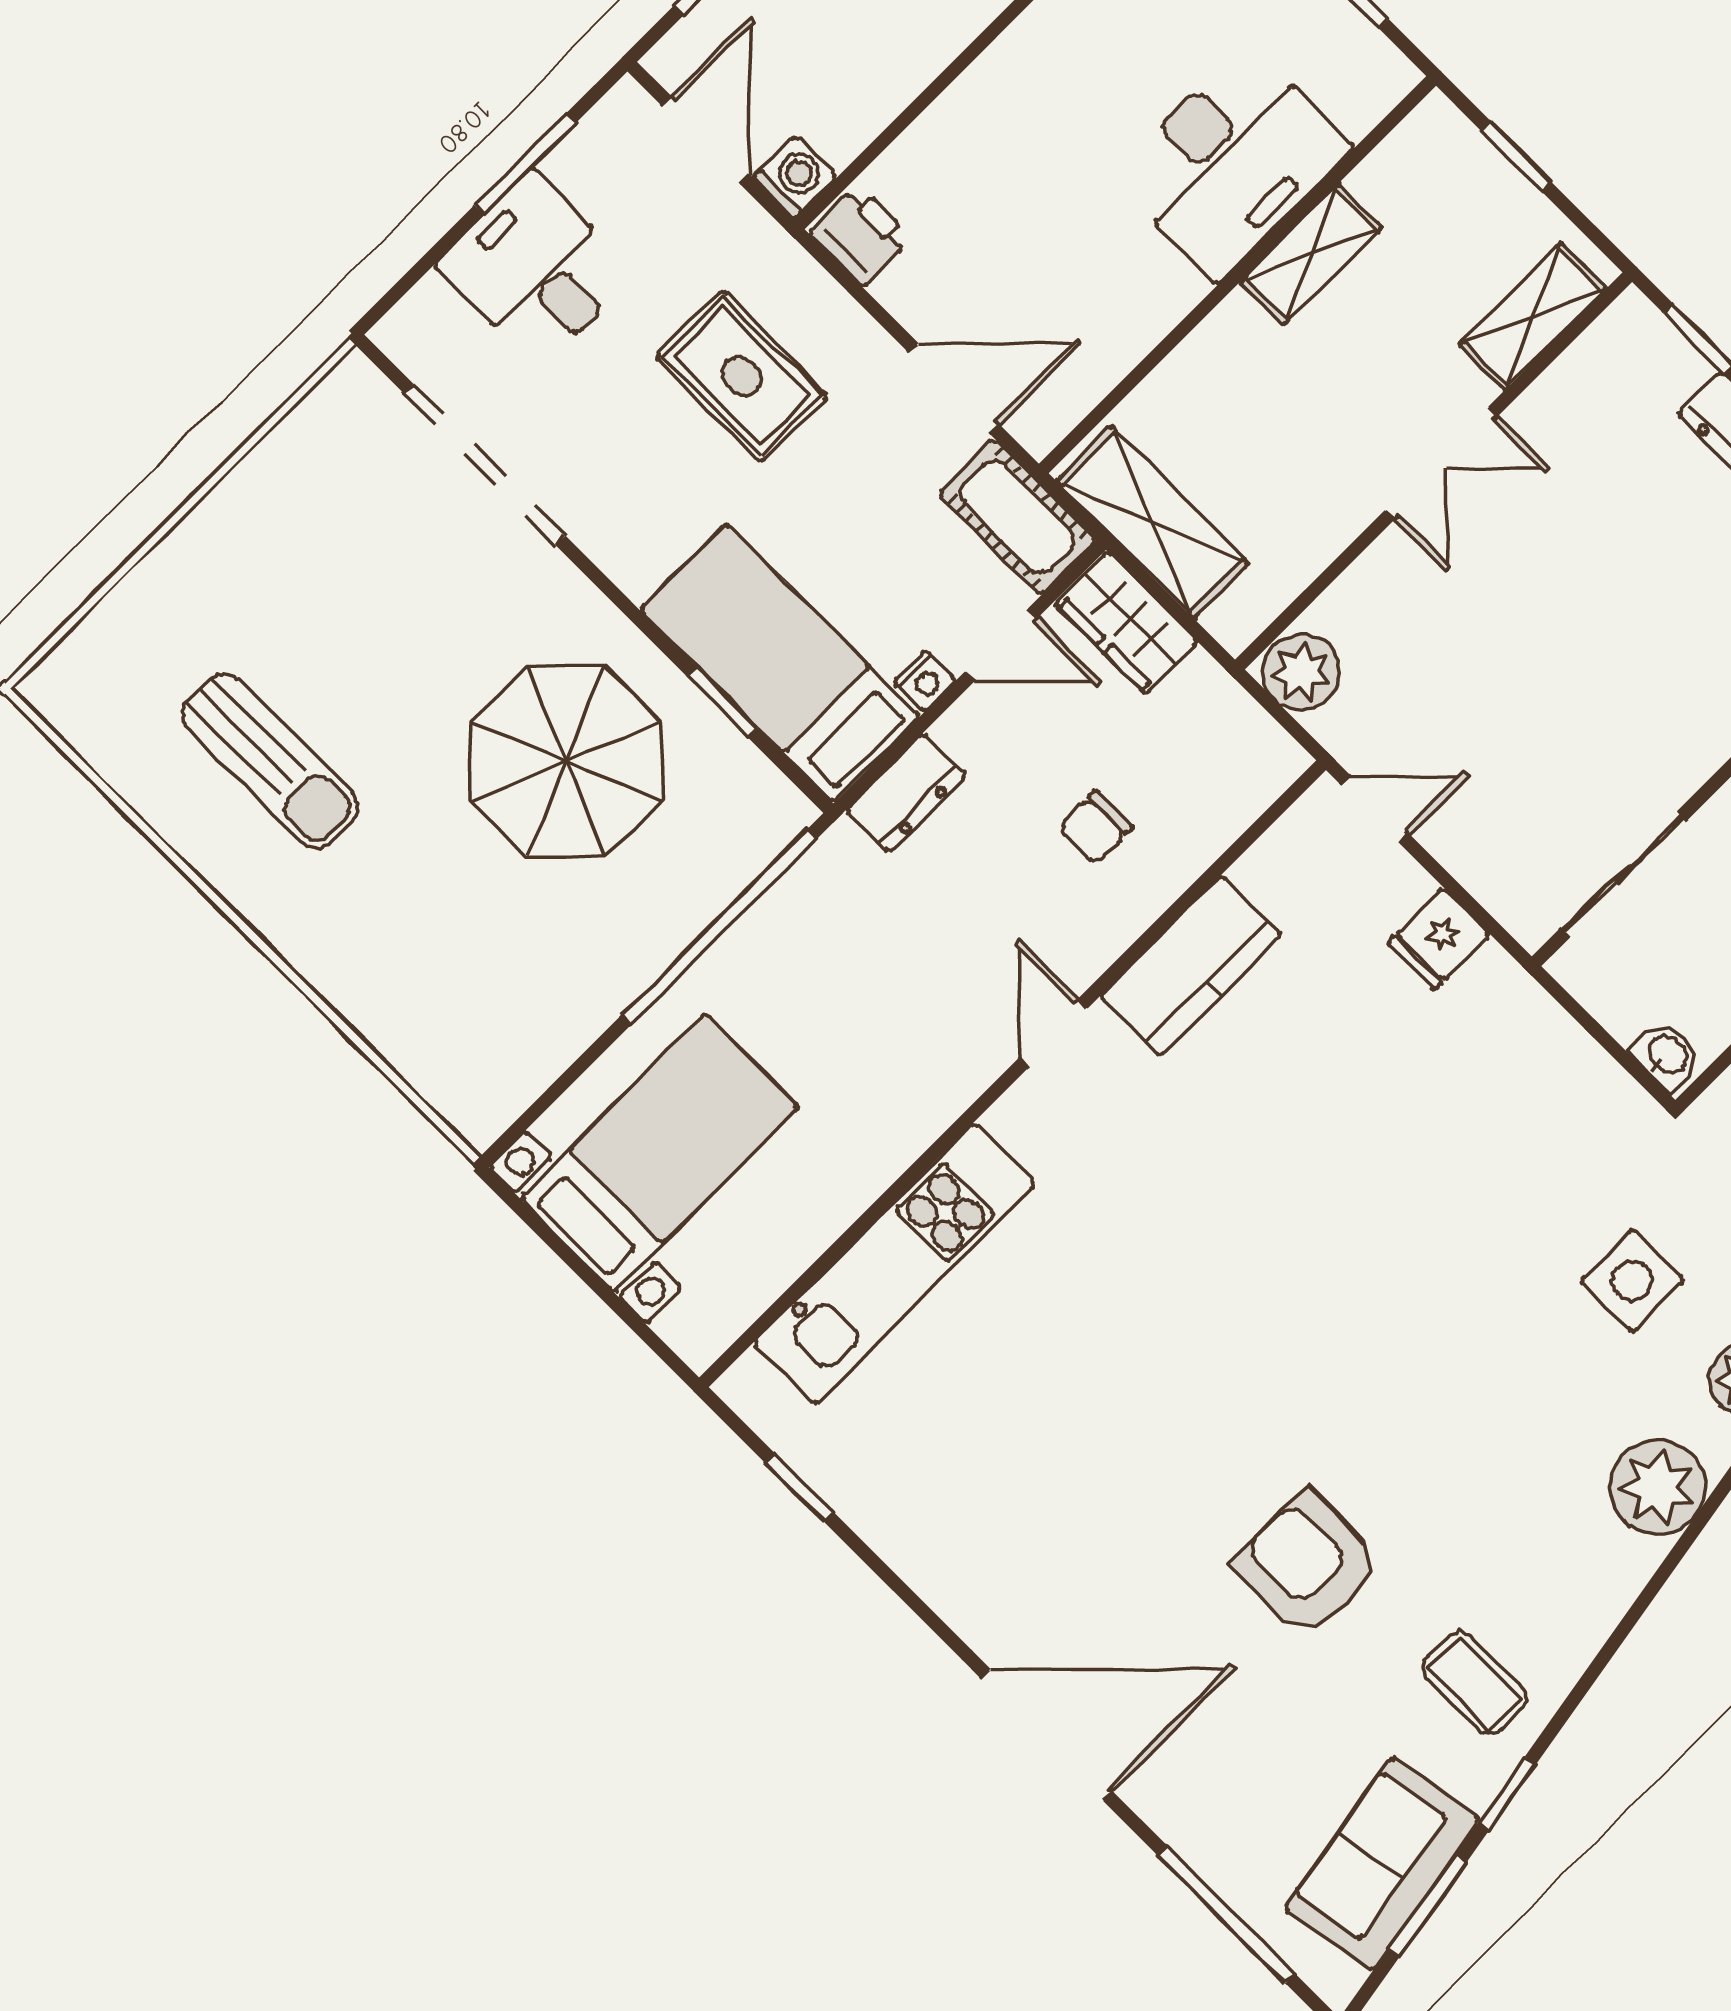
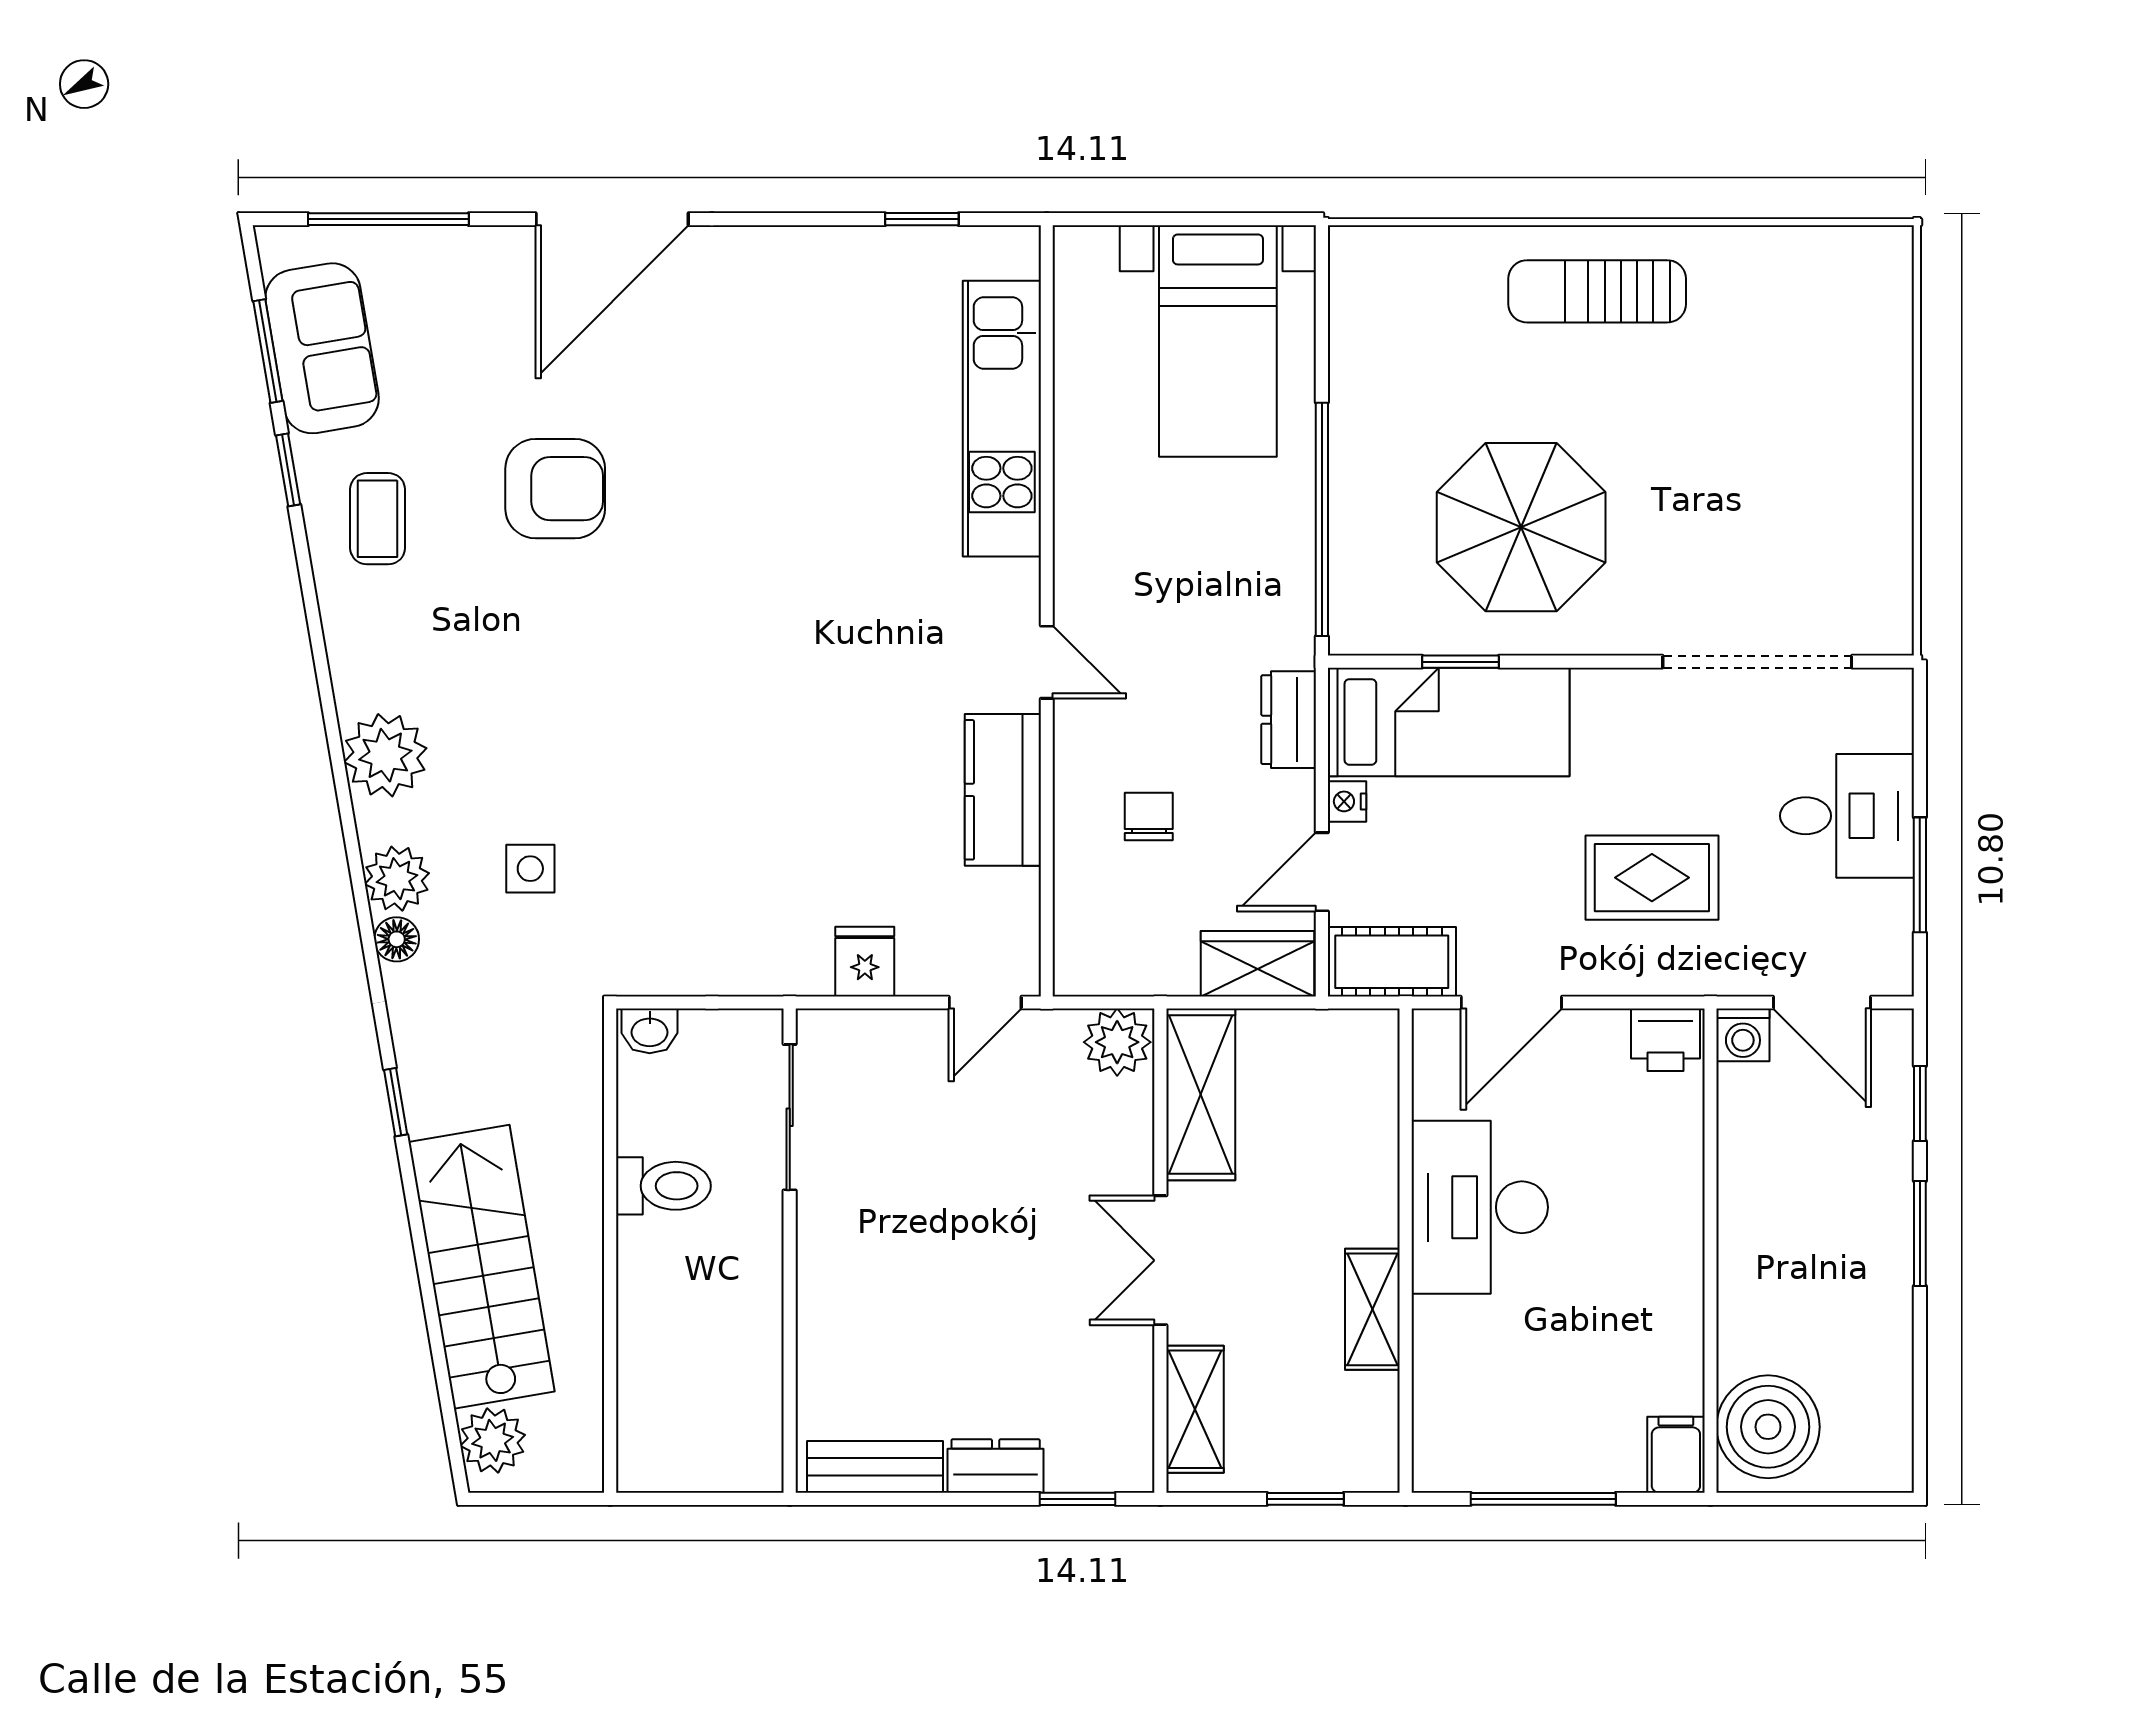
desk: (1232, 162) -> (1480, 1207), moved
shelving: (1152, 522) -> (1201, 1094), moved, turned 90
sun lounger: (270, 761) -> (1597, 291), moved
side table: (1632, 1281) -> (530, 869), width x0.73, depth x0.73
coffee table: (1474, 1683) -> (378, 519), turned 90

